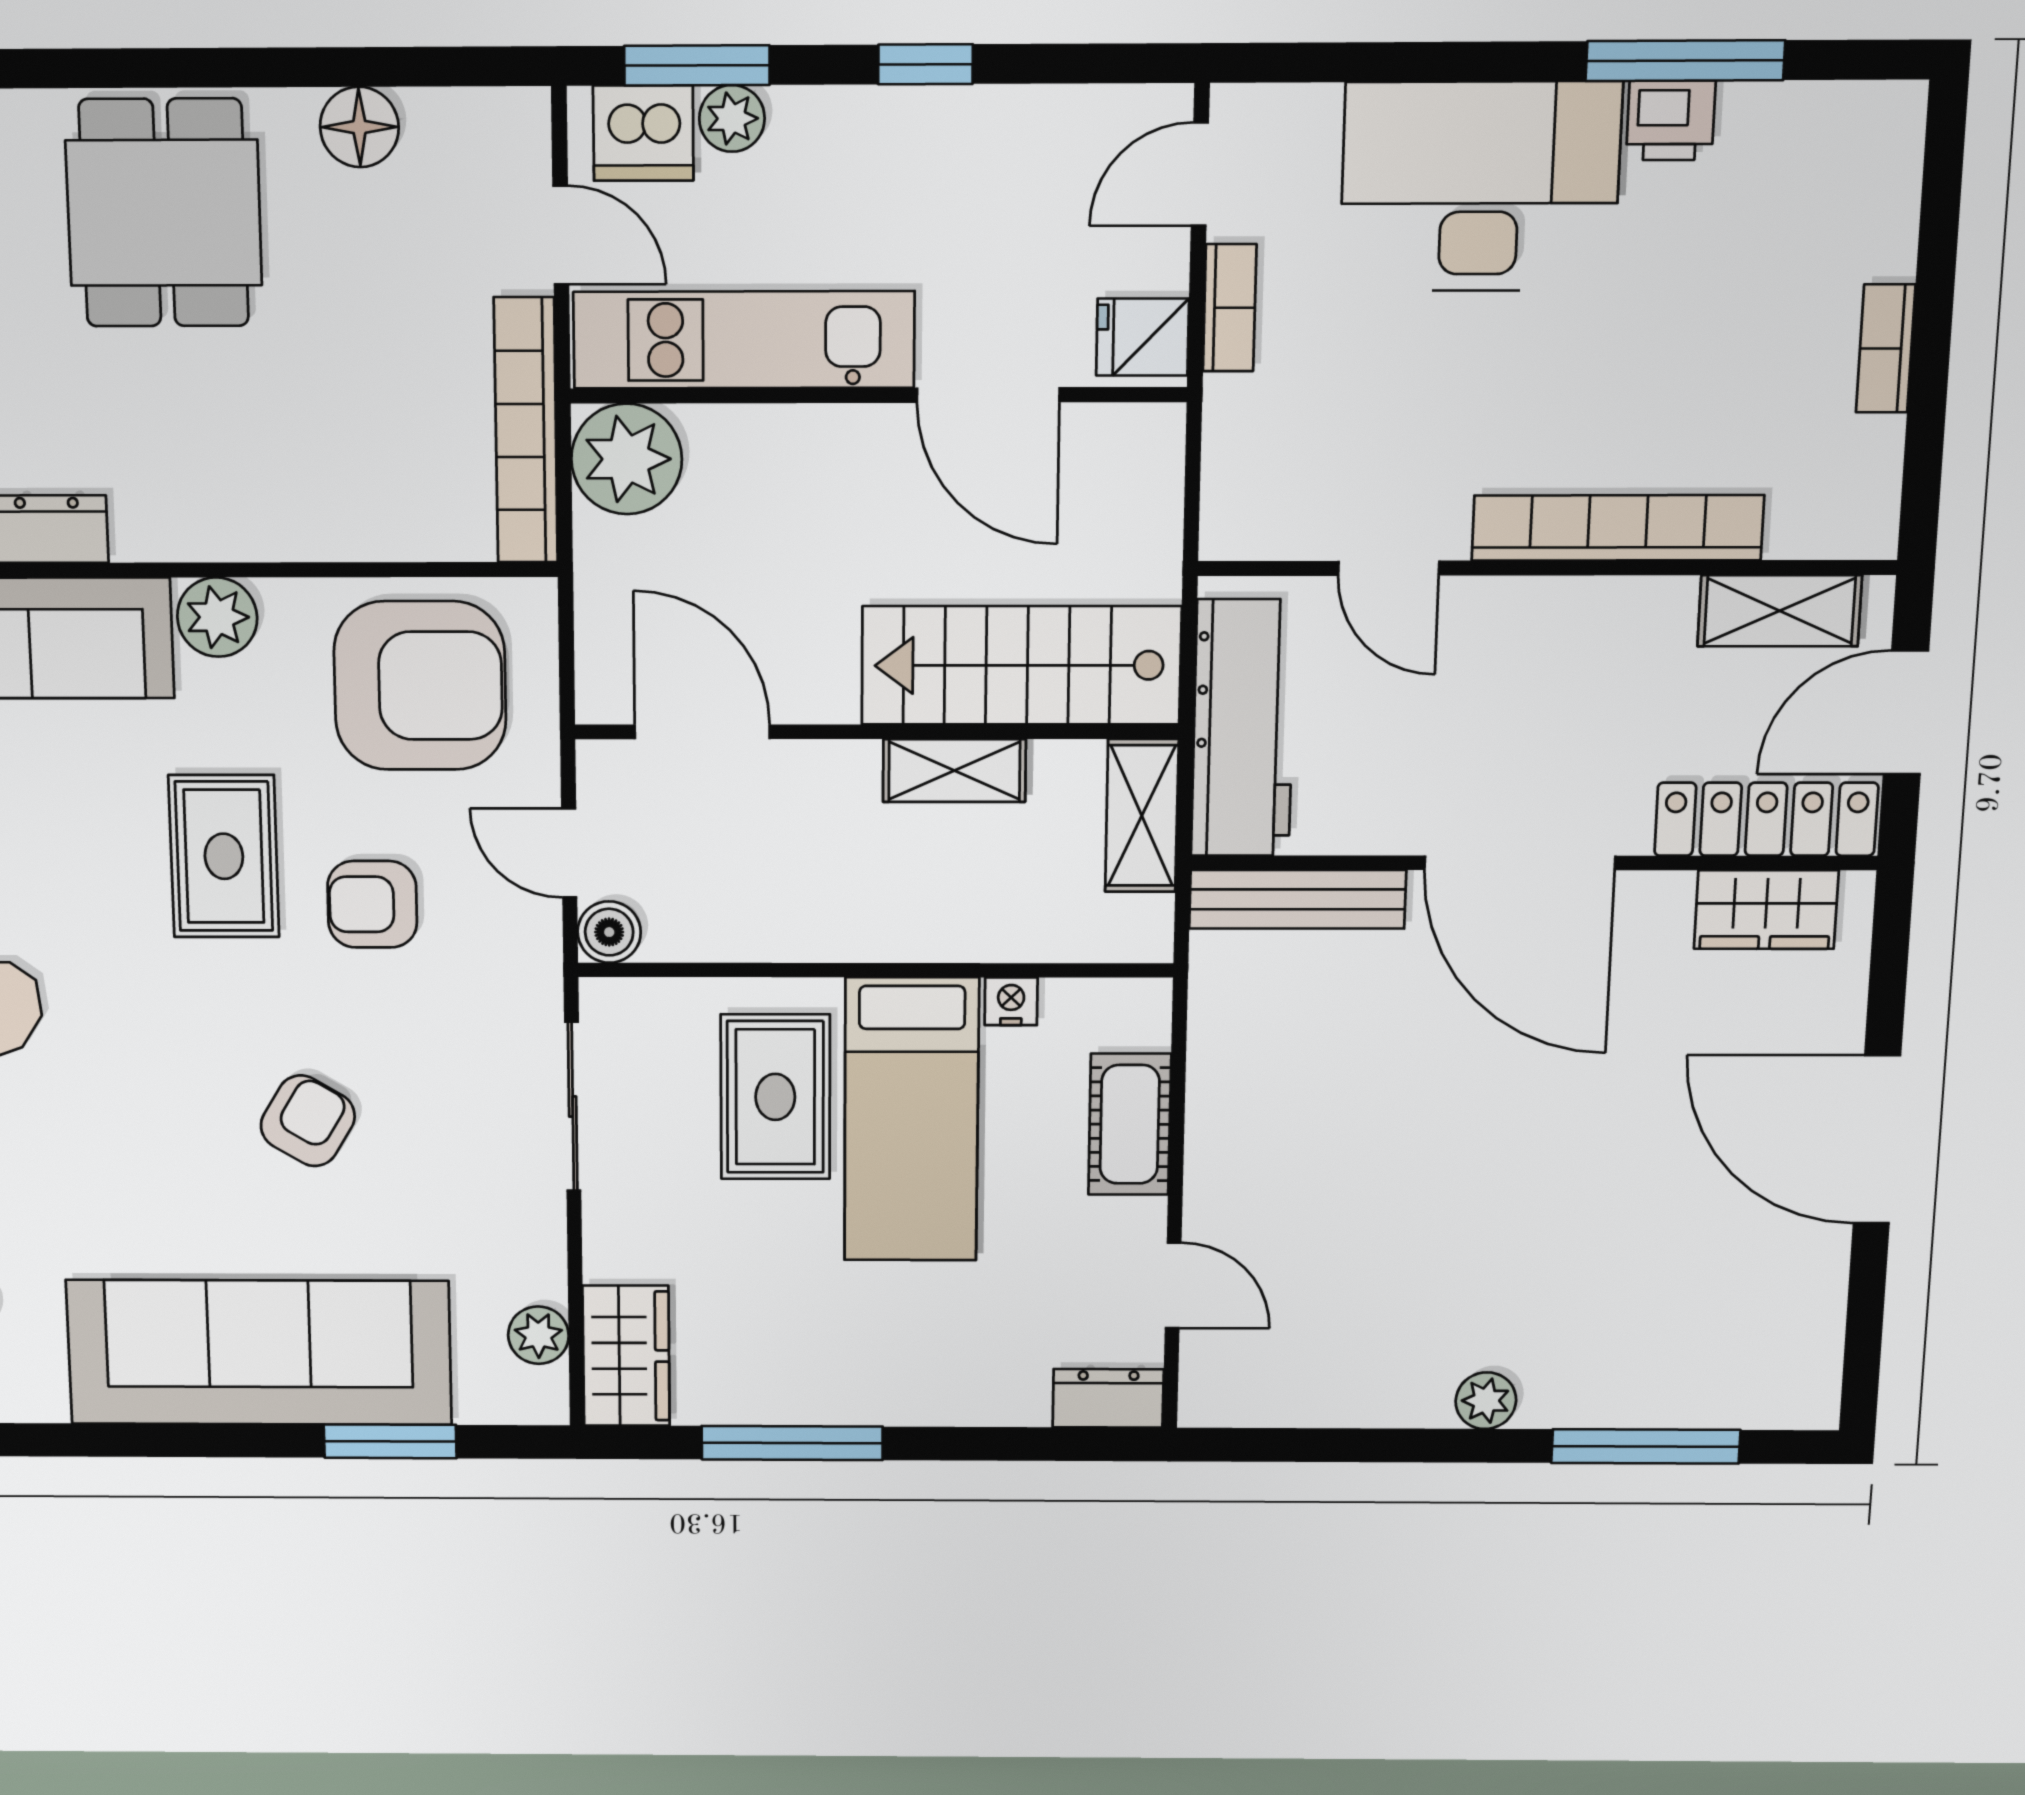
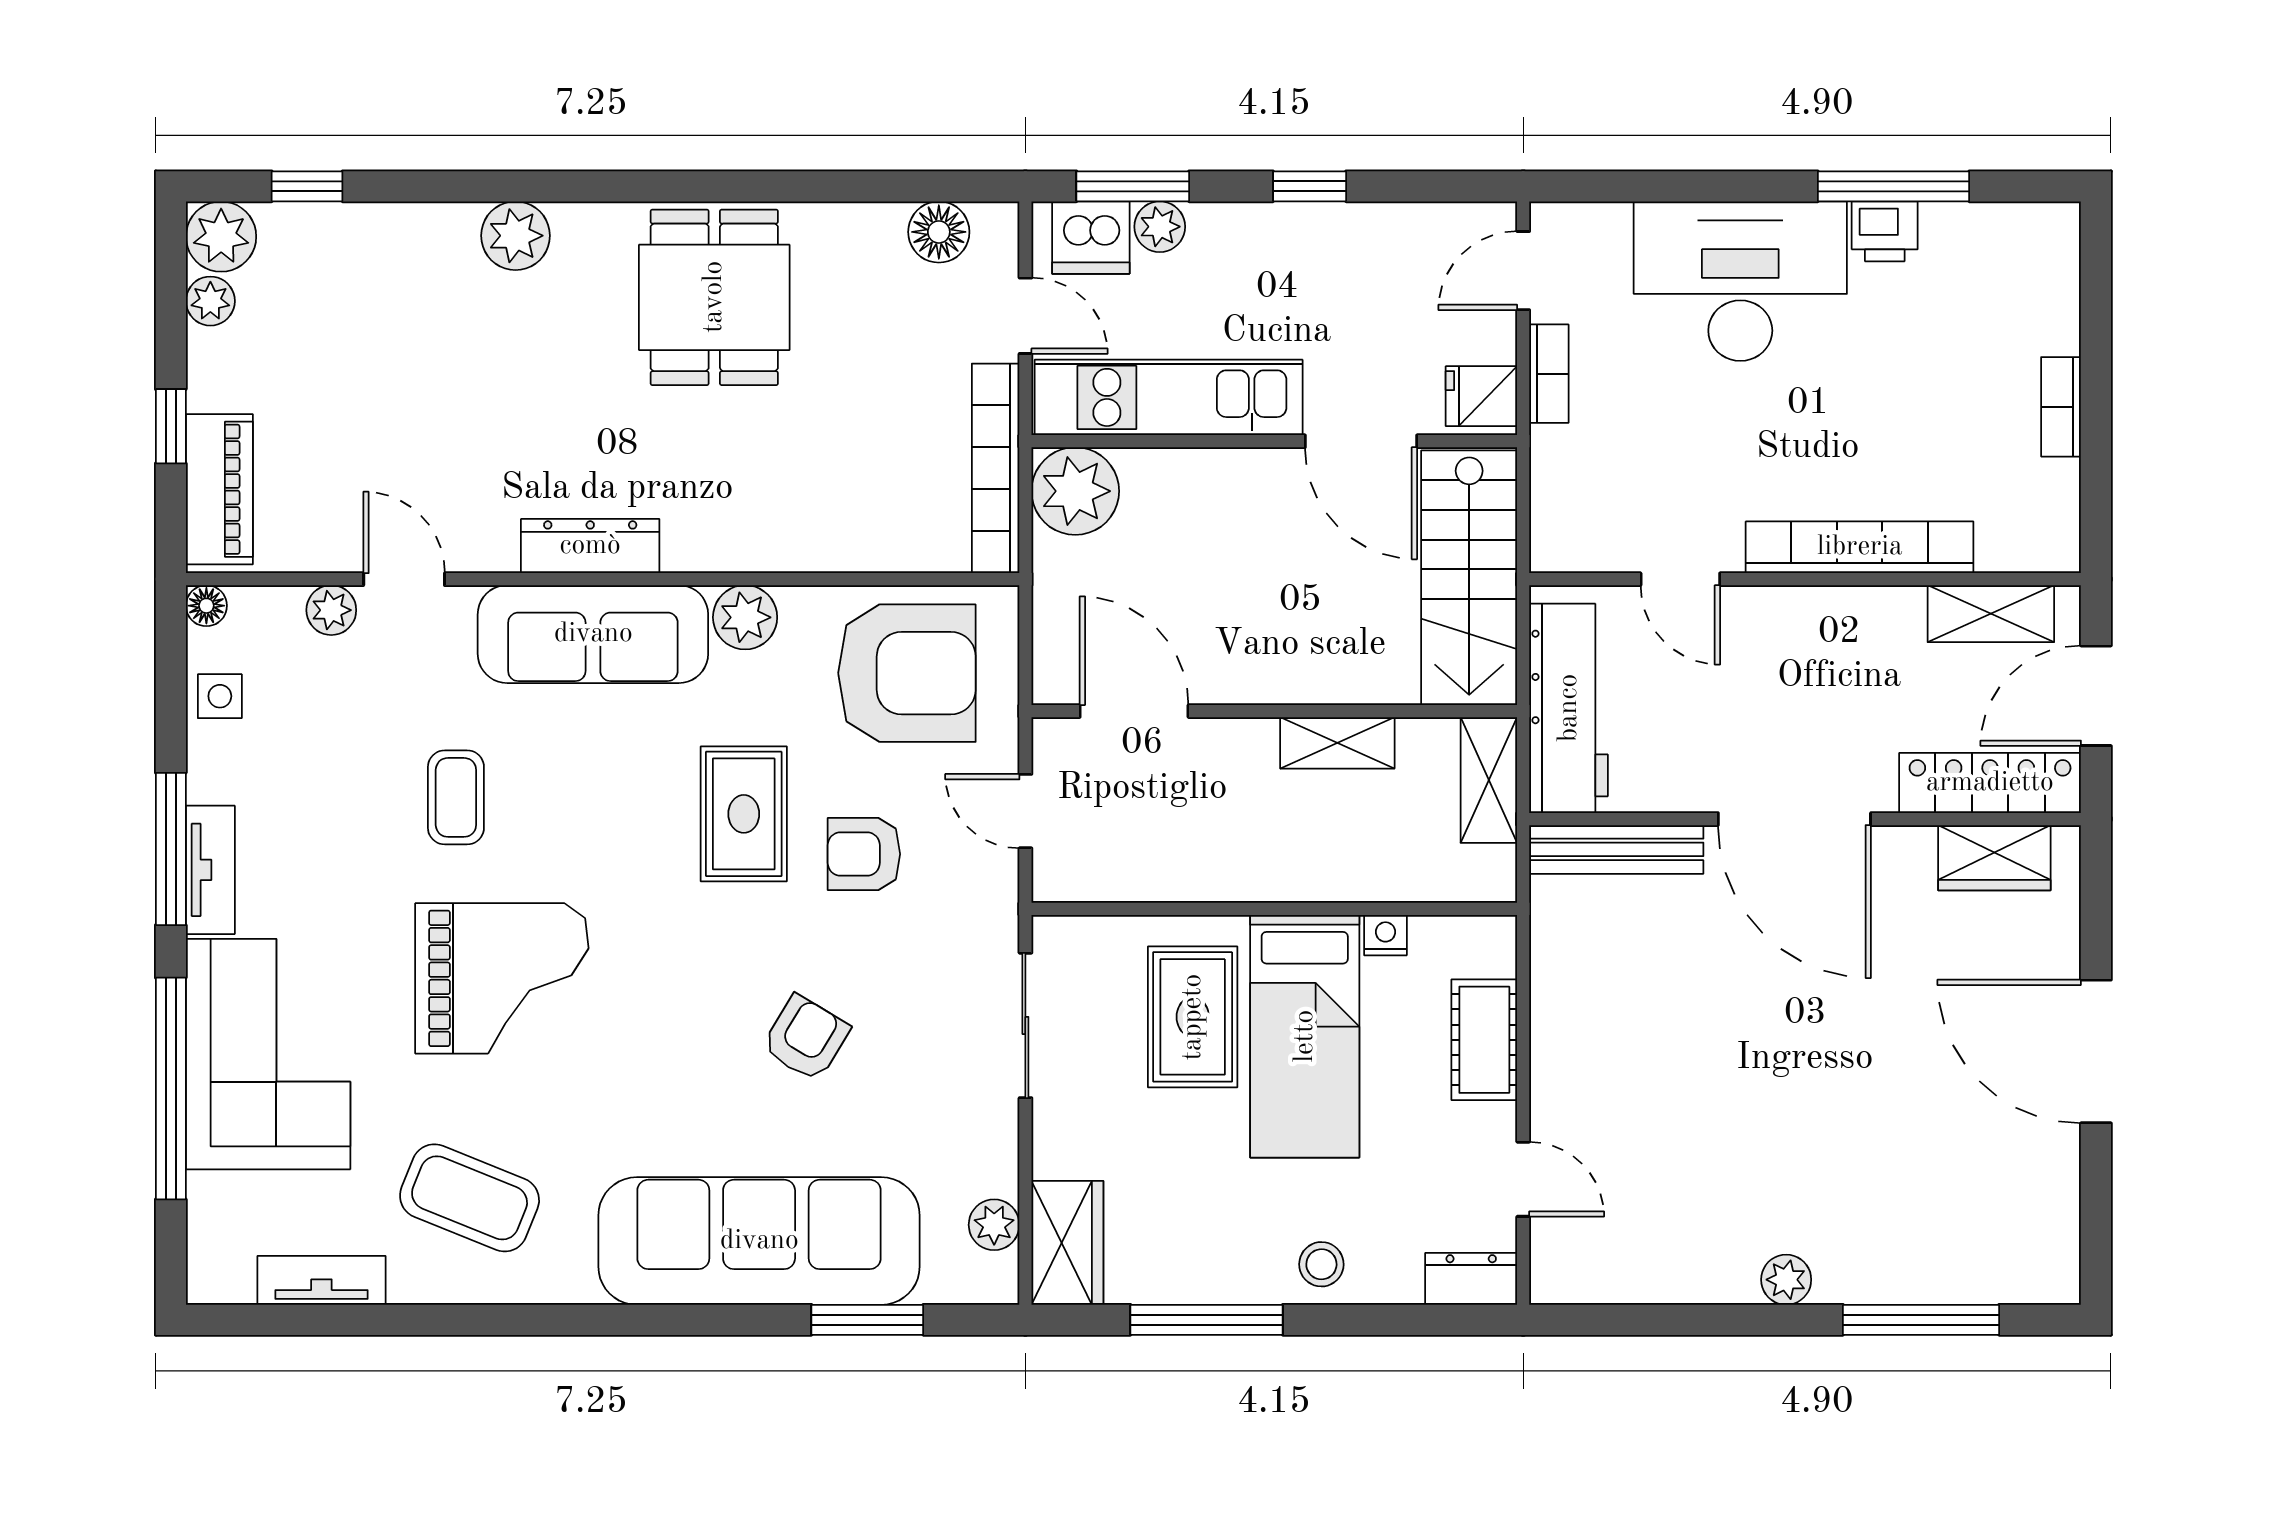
floor lamp: (359, 127) -> (939, 232), moved
stairs: (1021, 665) -> (1469, 578), moved, turned -90
boiler: (609, 932) -> (1057, 877), removed
stool: (929, 1381) -> (1321, 1264), added

